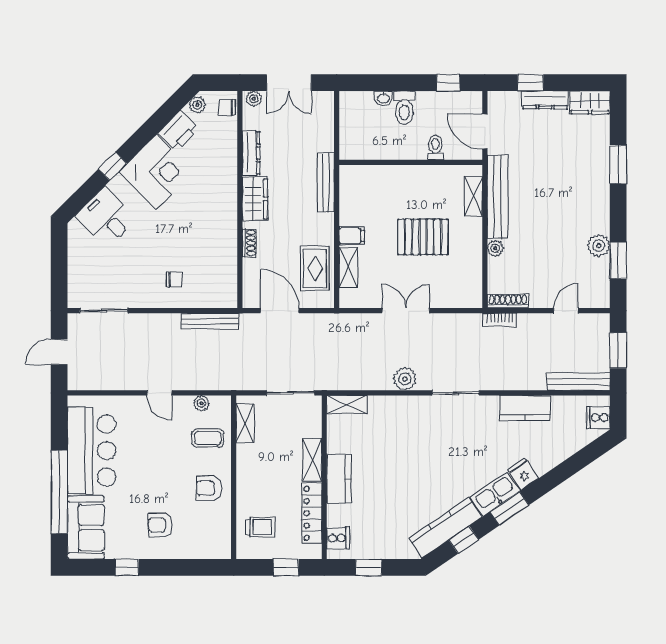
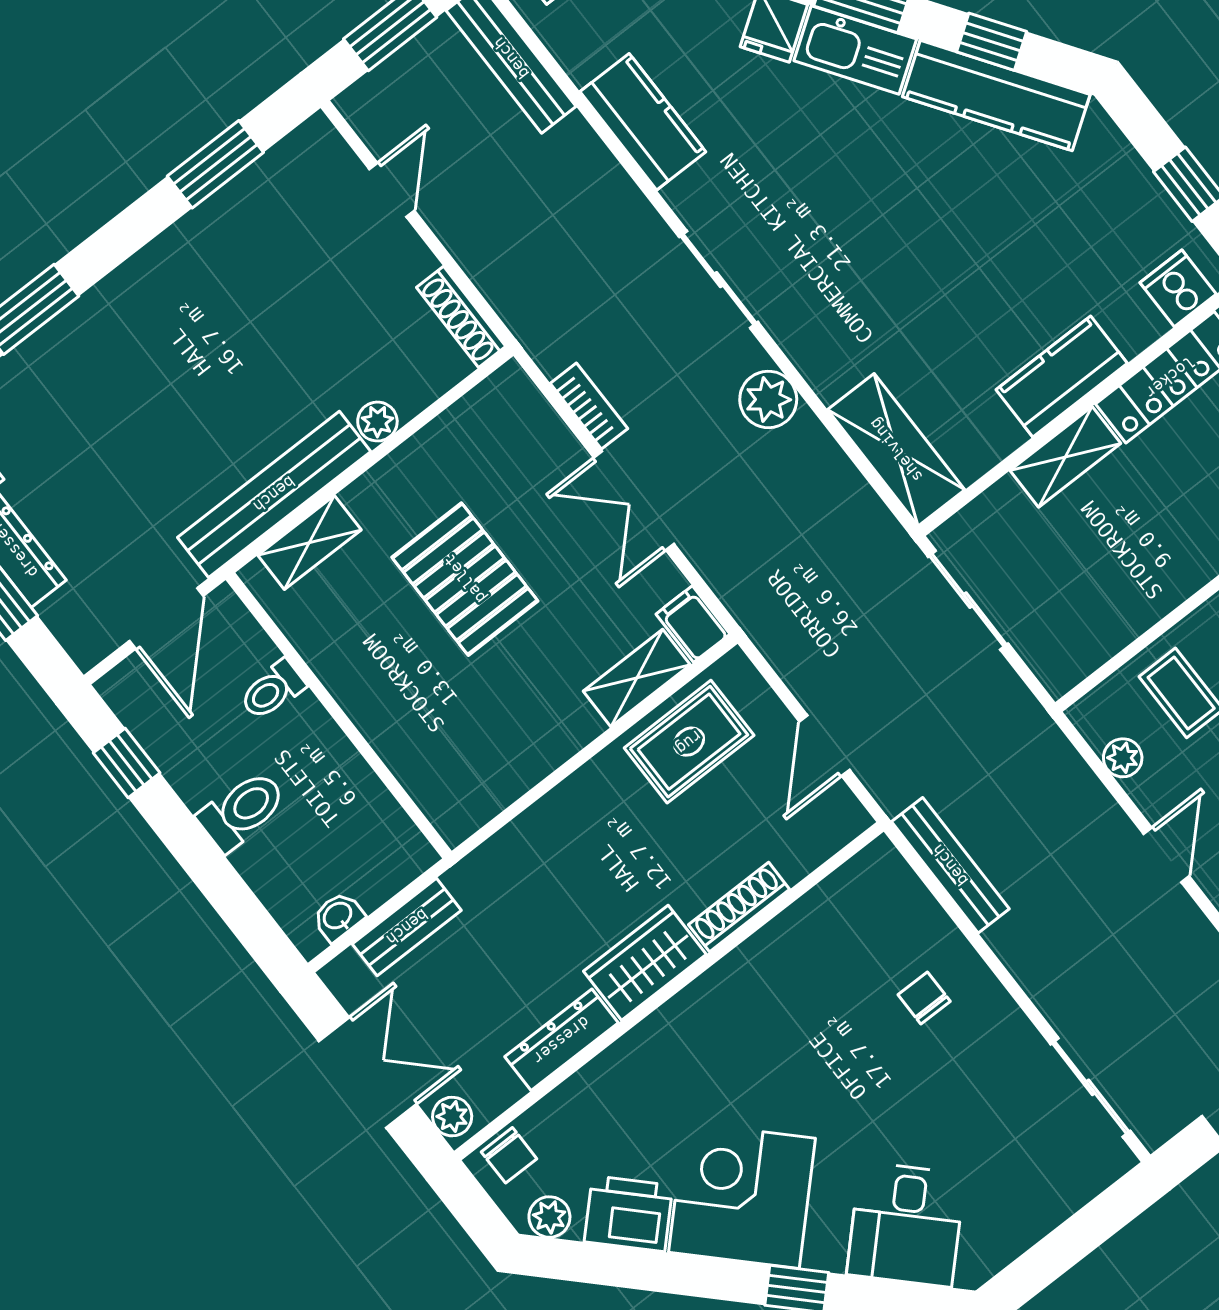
washbasin: (383, 98) -> (338, 916), moved, turned -90
bench: (326, 182) -> (407, 927), moved, width x0.73
filing cabinet: (352, 236) -> (693, 624), moved
shoe rack: (249, 243) -> (739, 907), width x1.43
plant: (599, 246) -> (216, 224), removed
door: (280, 311) -> (825, 746), width x0.73
door: (566, 311) -> (392, 190), swing flipped
bookcase: (500, 320) -> (589, 406), moved
shelving: (347, 404) -> (896, 450), width x1.50, depth x1.33
shelving: (245, 423) -> (1096, 643), removed

